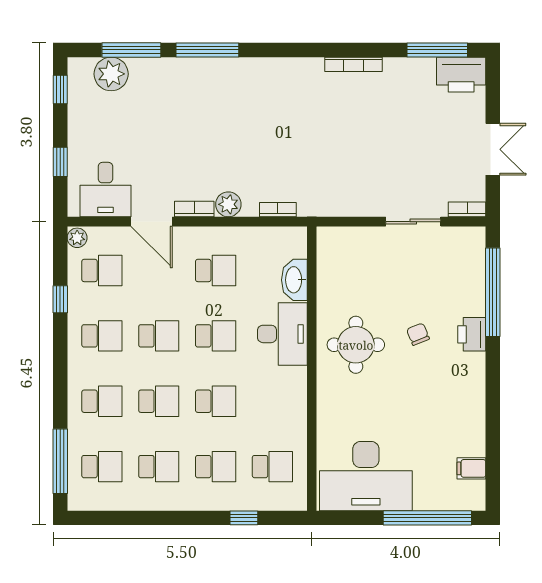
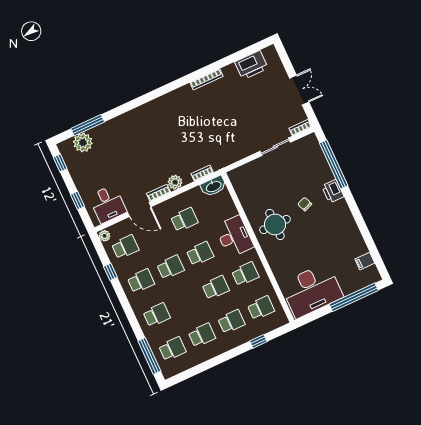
window: (207, 50) -> (127, 107), removed
window: (437, 50) -> (247, 52), removed
printer: (461, 75) -> (251, 65), moved
washbasin: (294, 280) -> (213, 186), moved, turned -90
school desk: (159, 401) -> (245, 274), moved

